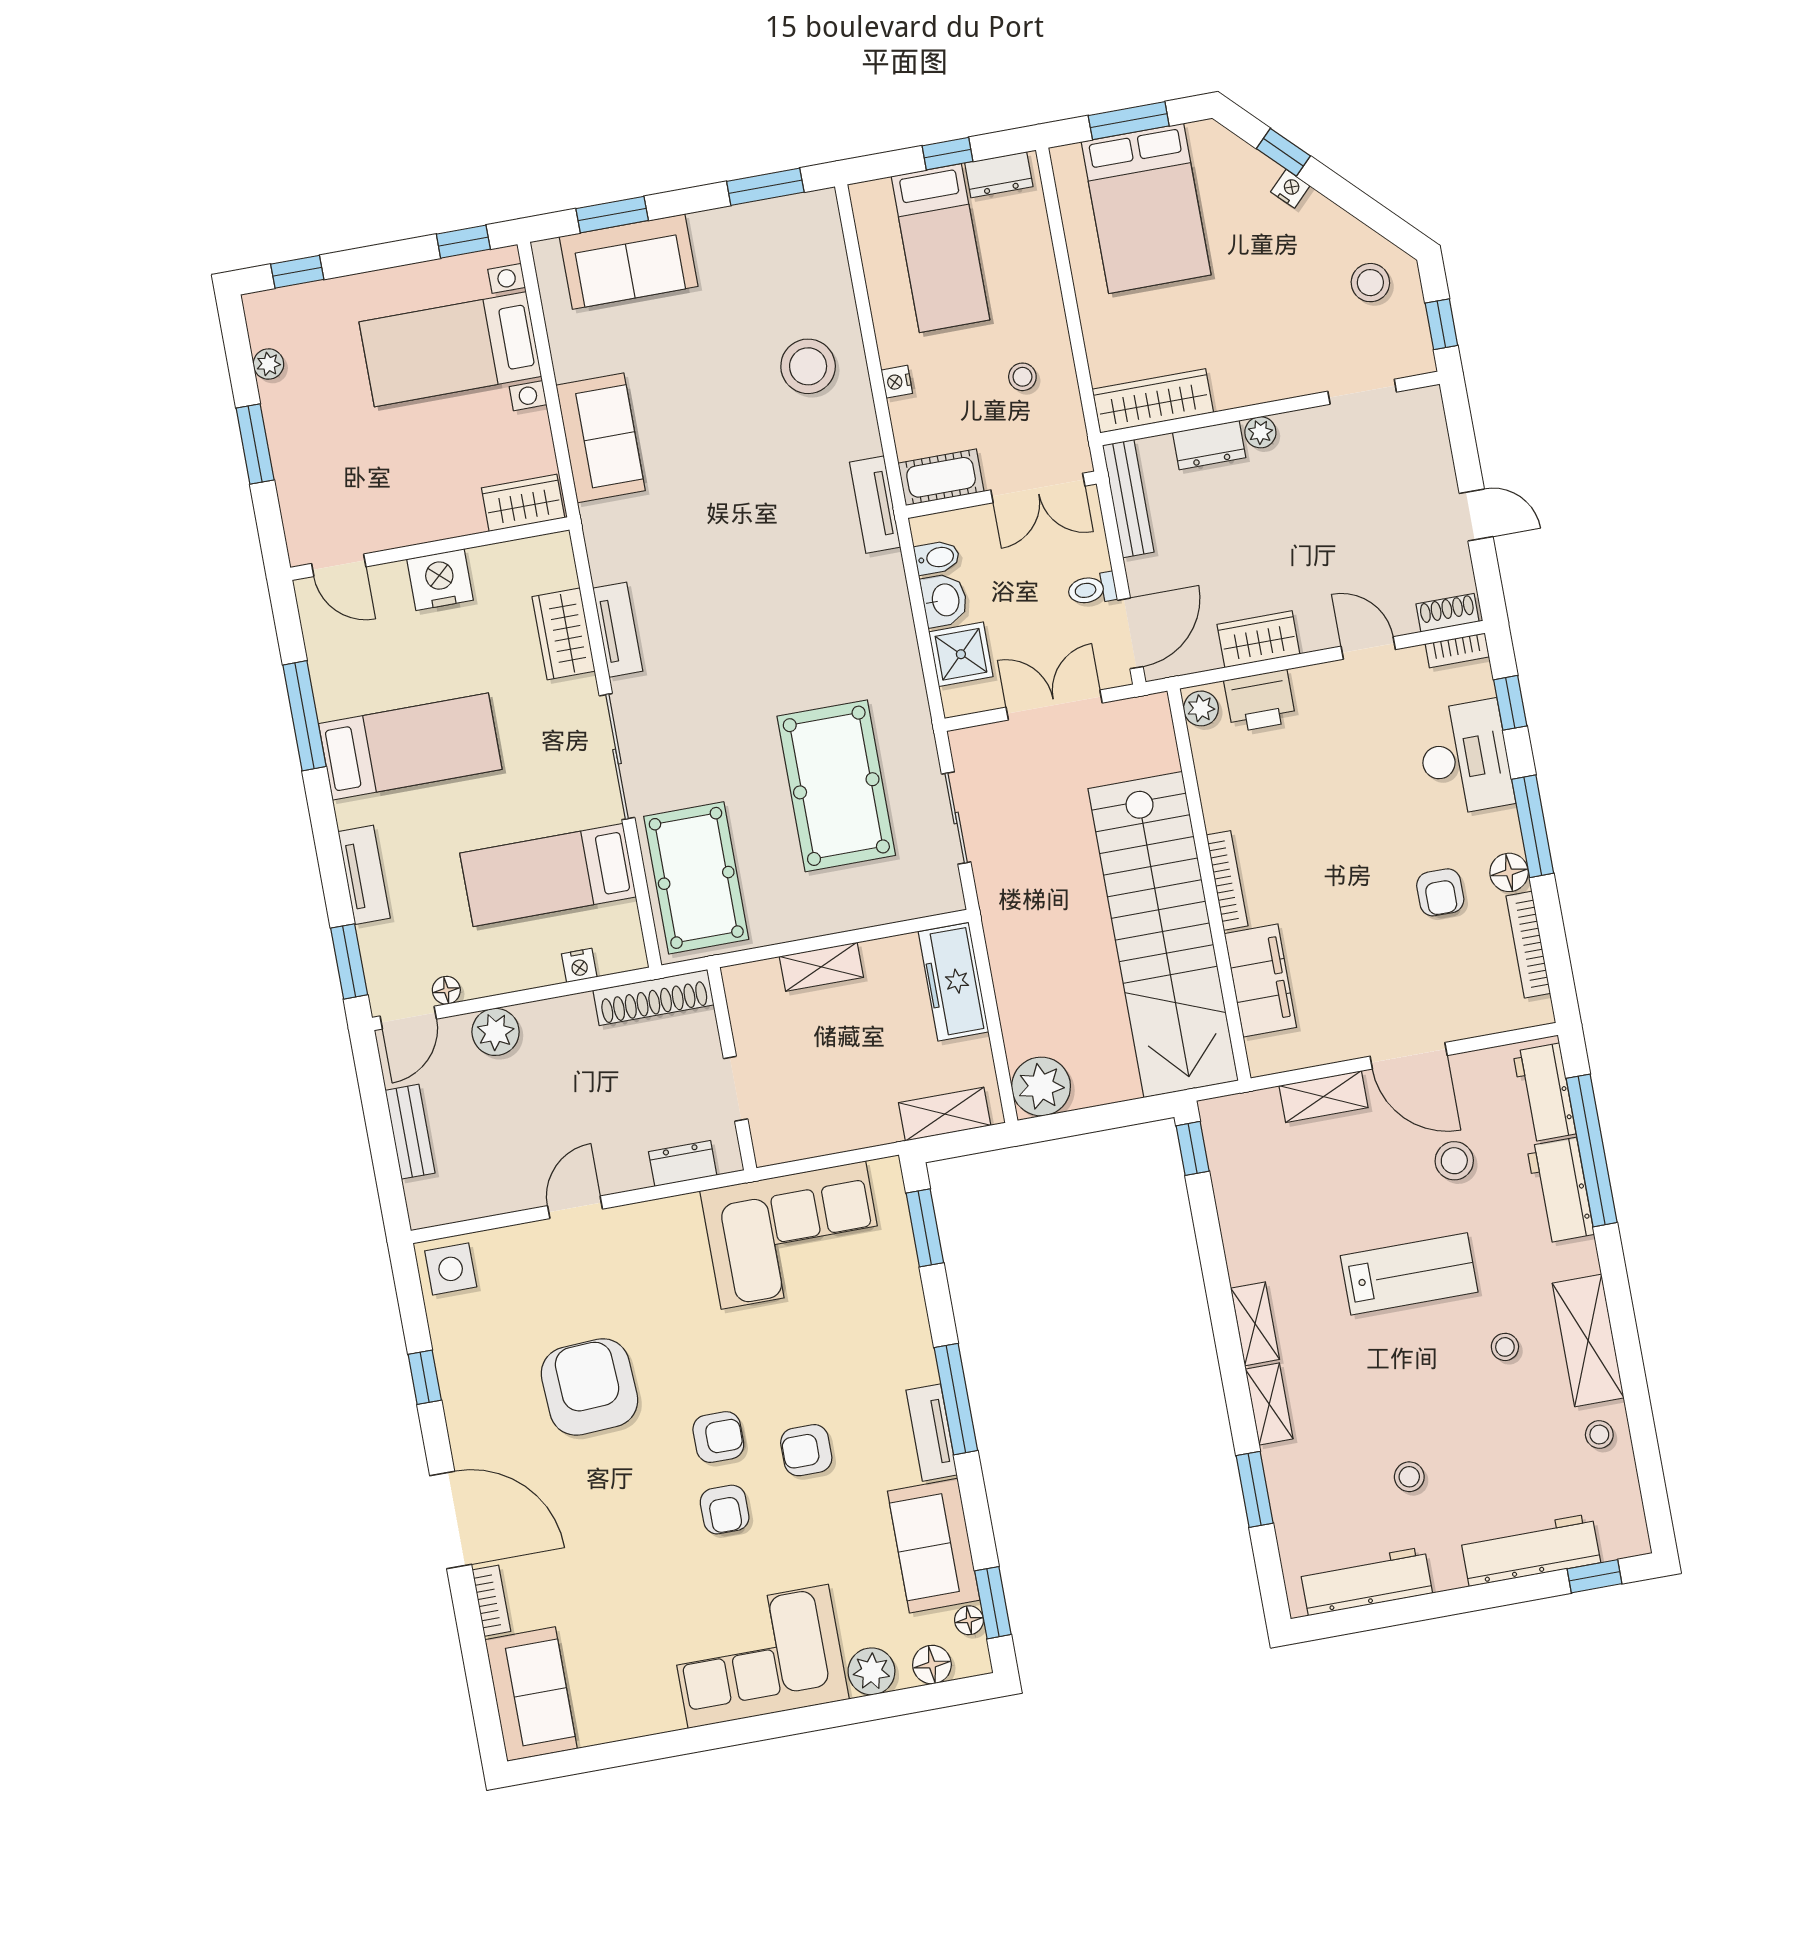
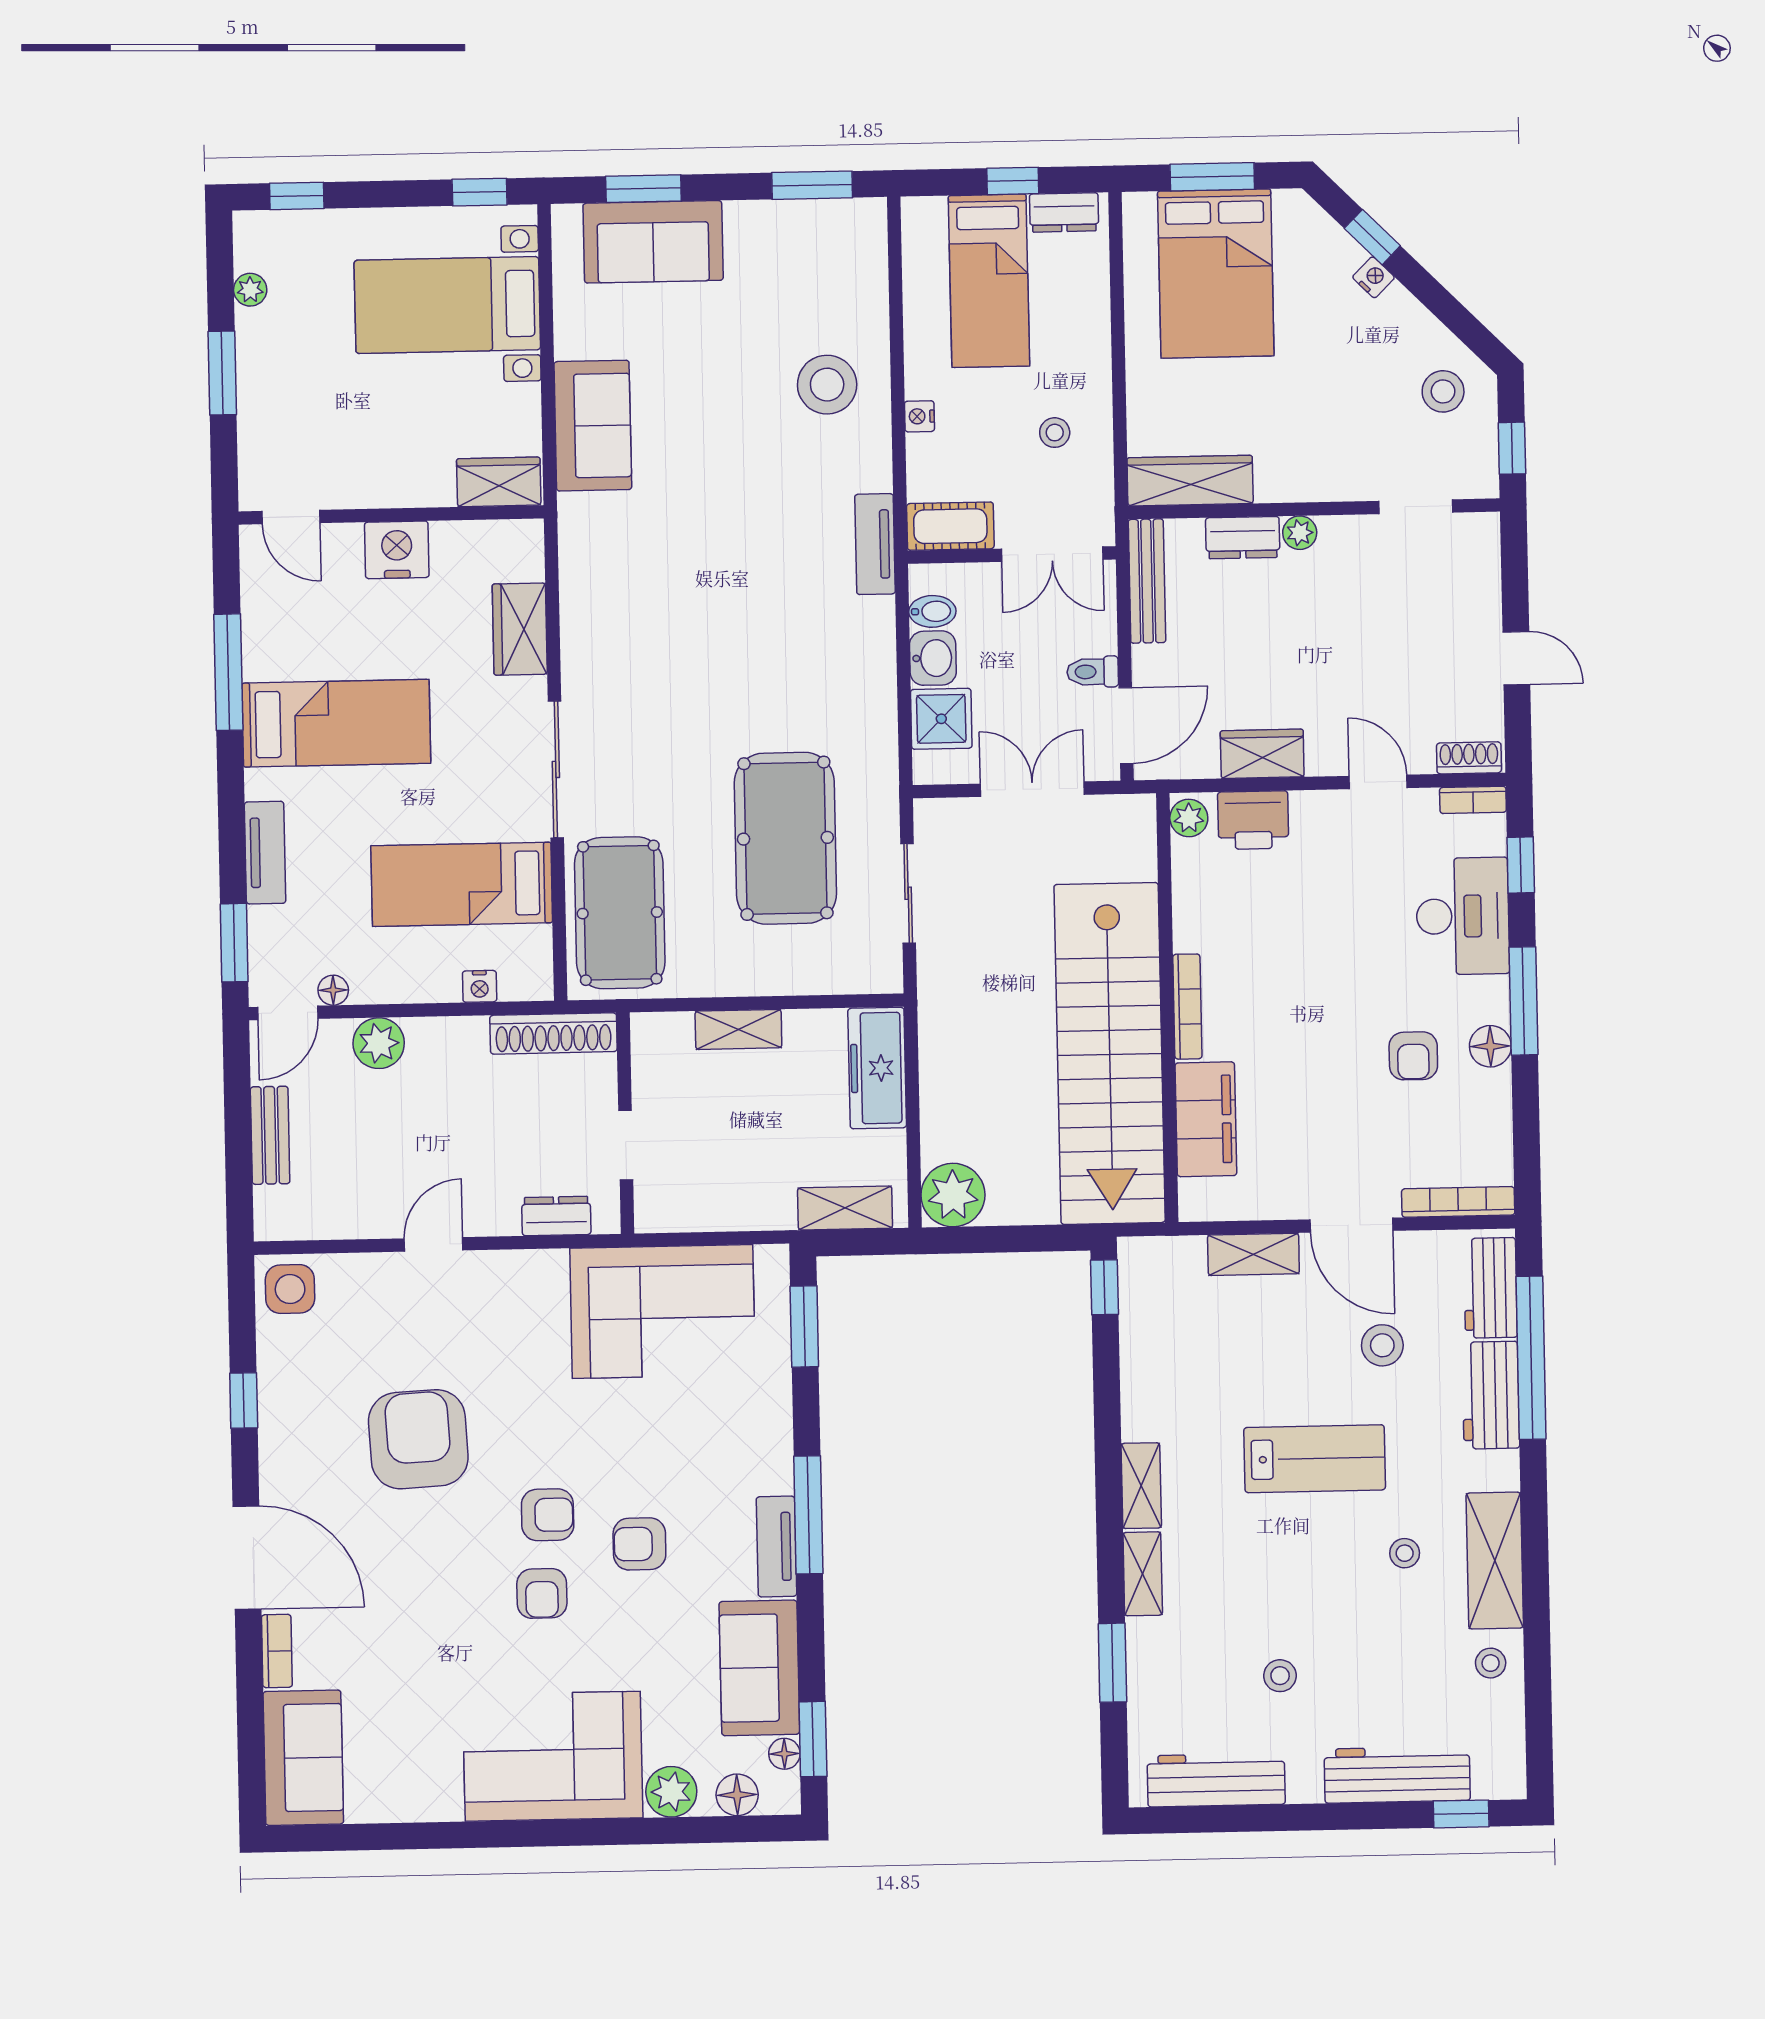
tv unit: (618, 630) -> (578, 634), removed
bookcase: (1528, 945) -> (1458, 1202), moved, turned 90

